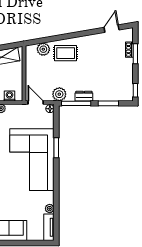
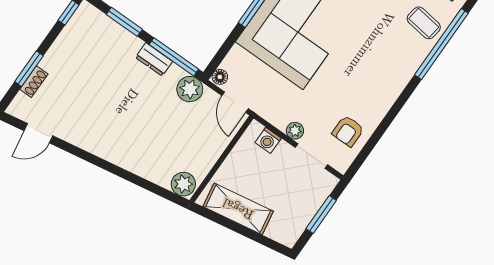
plant: (43, 49) -> (183, 184), moved
rug: (66, 53) -> (136, 145), removed

